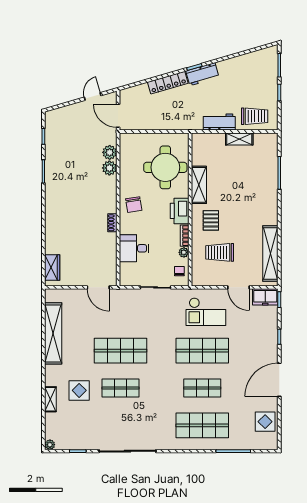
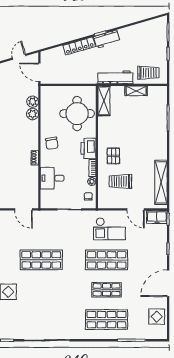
workbench: (219, 122) -> (115, 77), width x1.38
shelving: (199, 185) -> (104, 101), moved
shop shelf: (120, 388) -> (41, 290), removed

